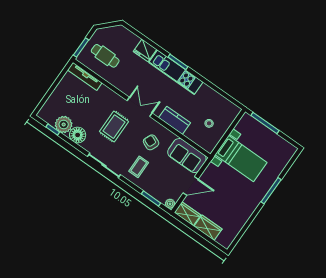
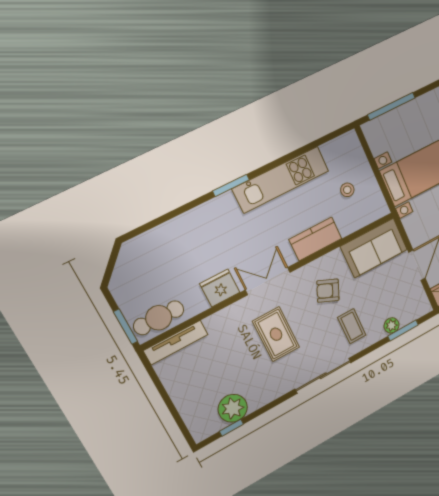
fridge: (145, 50) -> (220, 288), moved, turned 180
cafe table: (105, 56) -> (159, 318), moved
kitchen unit: (176, 72) -> (281, 180), moved
floor lamp: (78, 135) -> (259, 394), removed
plant: (170, 204) -> (392, 325), moved

